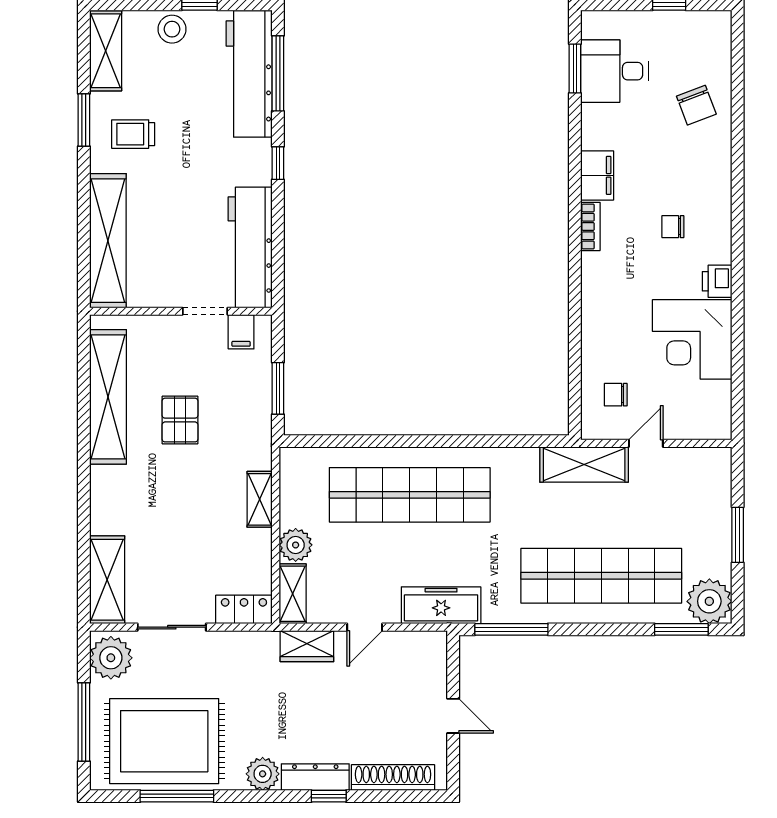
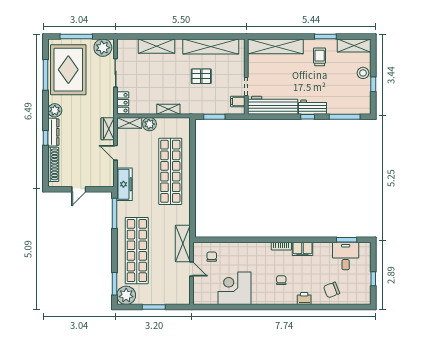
workbench: (249, 74) -> (313, 107), moved, width x0.53, depth x0.76
printer: (717, 281) -> (304, 299), moved
shelving: (107, 580) -> (156, 46), moved

